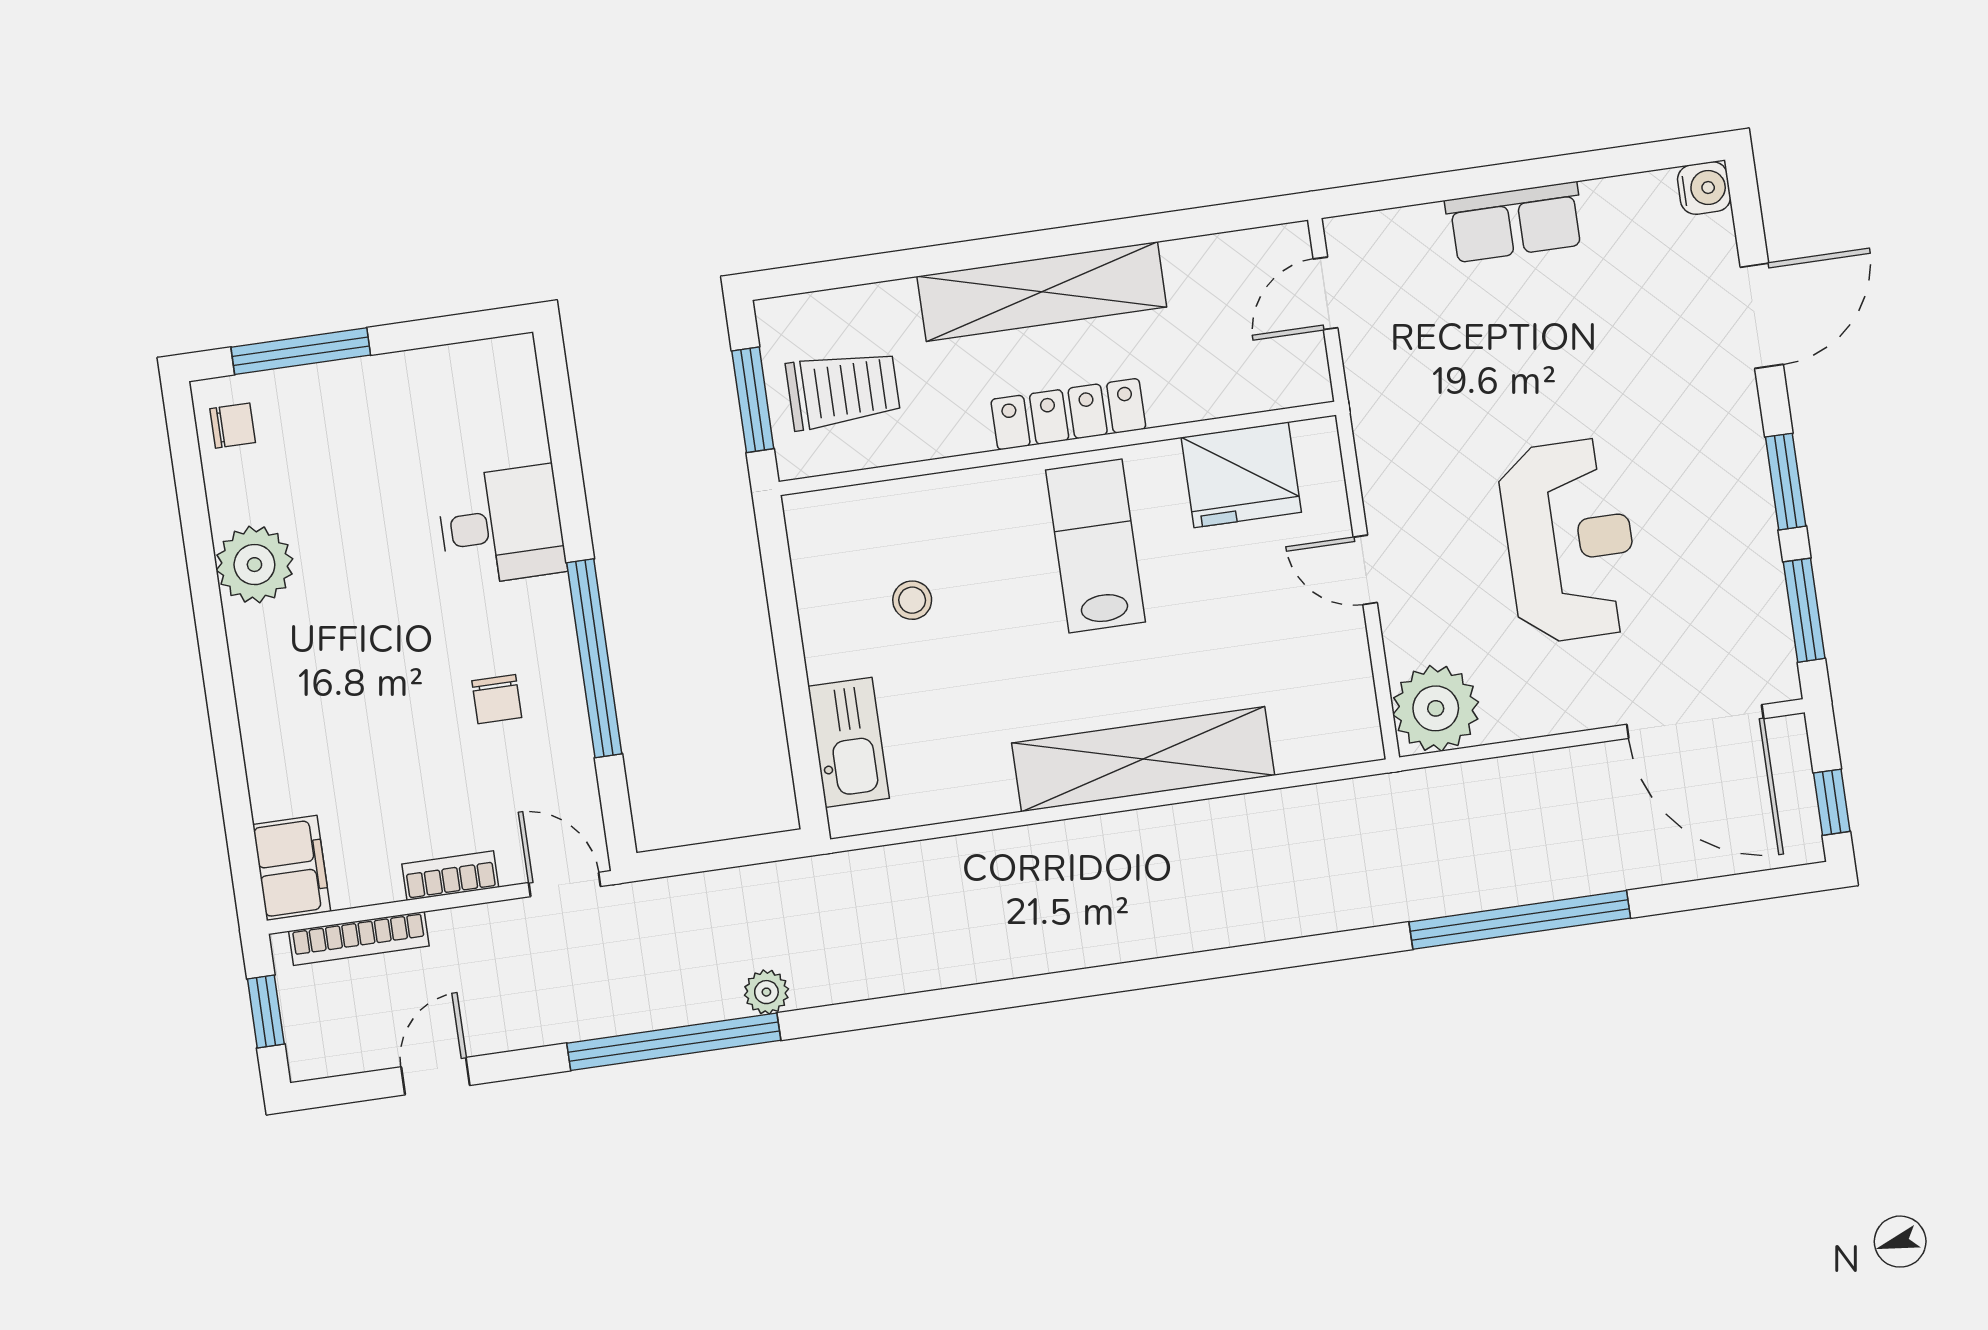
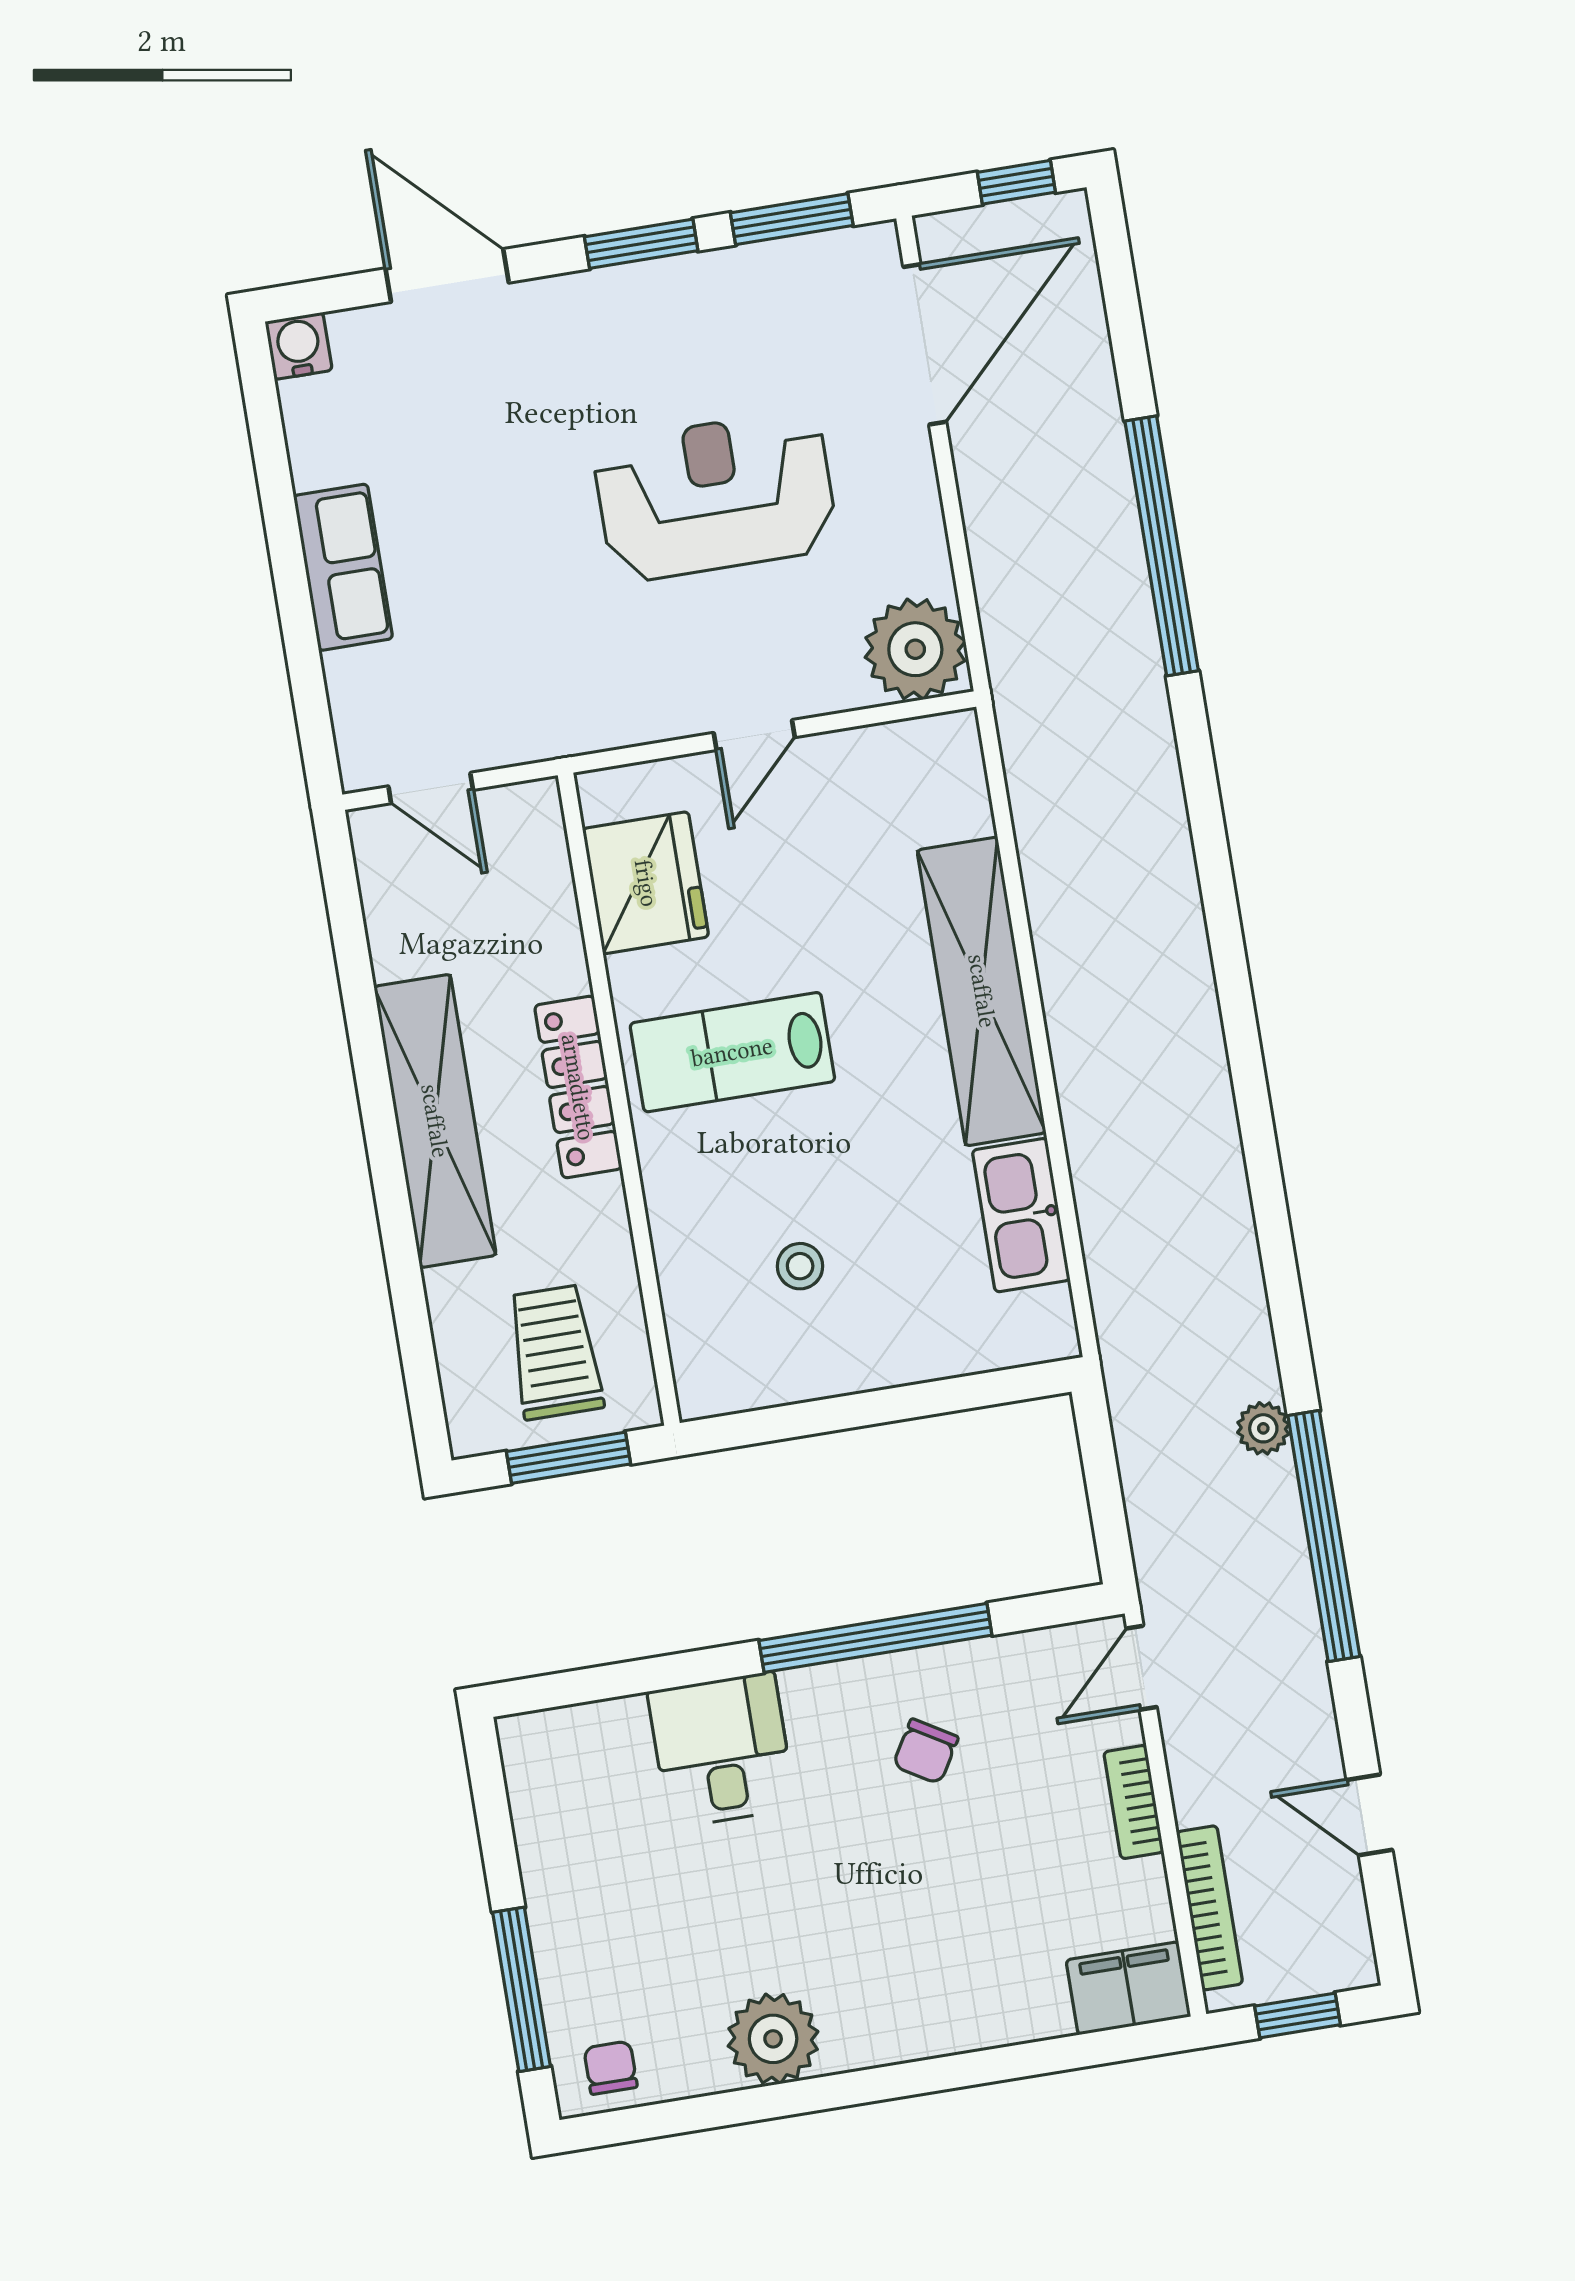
chair: (497, 699) -> (926, 1751), turned 121
kitchen sink: (849, 742) -> (1021, 1215), moved, turned -90

